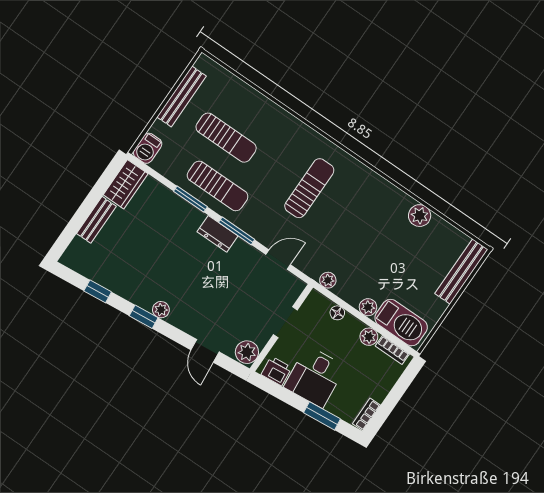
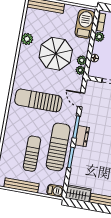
sun lounger: (218, 186) -> (58, 147), width x1.36, depth x1.34
sun lounger: (309, 188) -> (38, 100), width x1.36, depth x1.34
parasol: (374, 252) -> (56, 54), added
plant: (368, 307) -> (82, 60), moved

